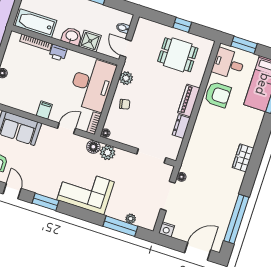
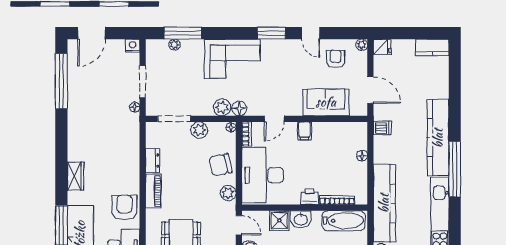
armchair: (218, 95) -> (124, 207), turned 90
chair: (125, 104) -> (220, 165), width x1.87, depth x1.87
plant: (133, 140) -> (199, 130), added
wardrobe: (243, 158) -> (76, 176), moved

